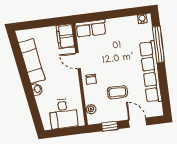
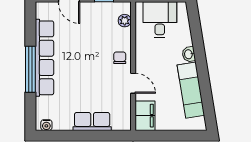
row of seats: (91, 28) -> (92, 121), moved
window: (158, 44) -> (30, 69), moved
coffee table: (117, 92) -> (89, 38), removed

